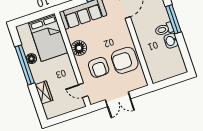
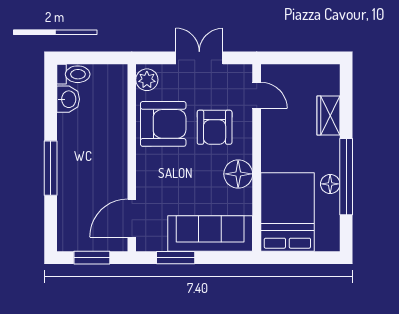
toilet: (164, 29) -> (73, 74), moved
washbasin: (171, 41) -> (68, 99), moved
armchair: (99, 67) -> (215, 127), turned 180
plant: (140, 80) -> (147, 80), added

